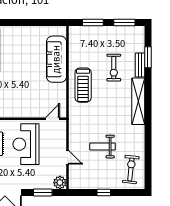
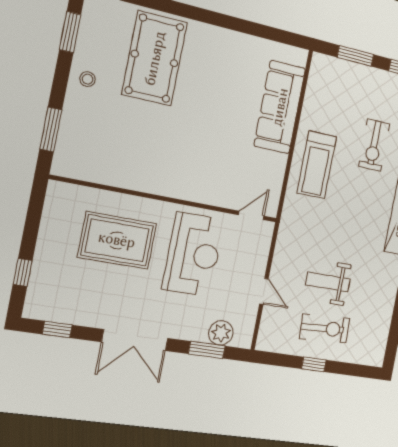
reception desk: (26, 144) -> (193, 254), turned 180
exercise bike: (131, 169) -> (325, 328), moved, turned 81
plant: (60, 183) -> (221, 333), moved

